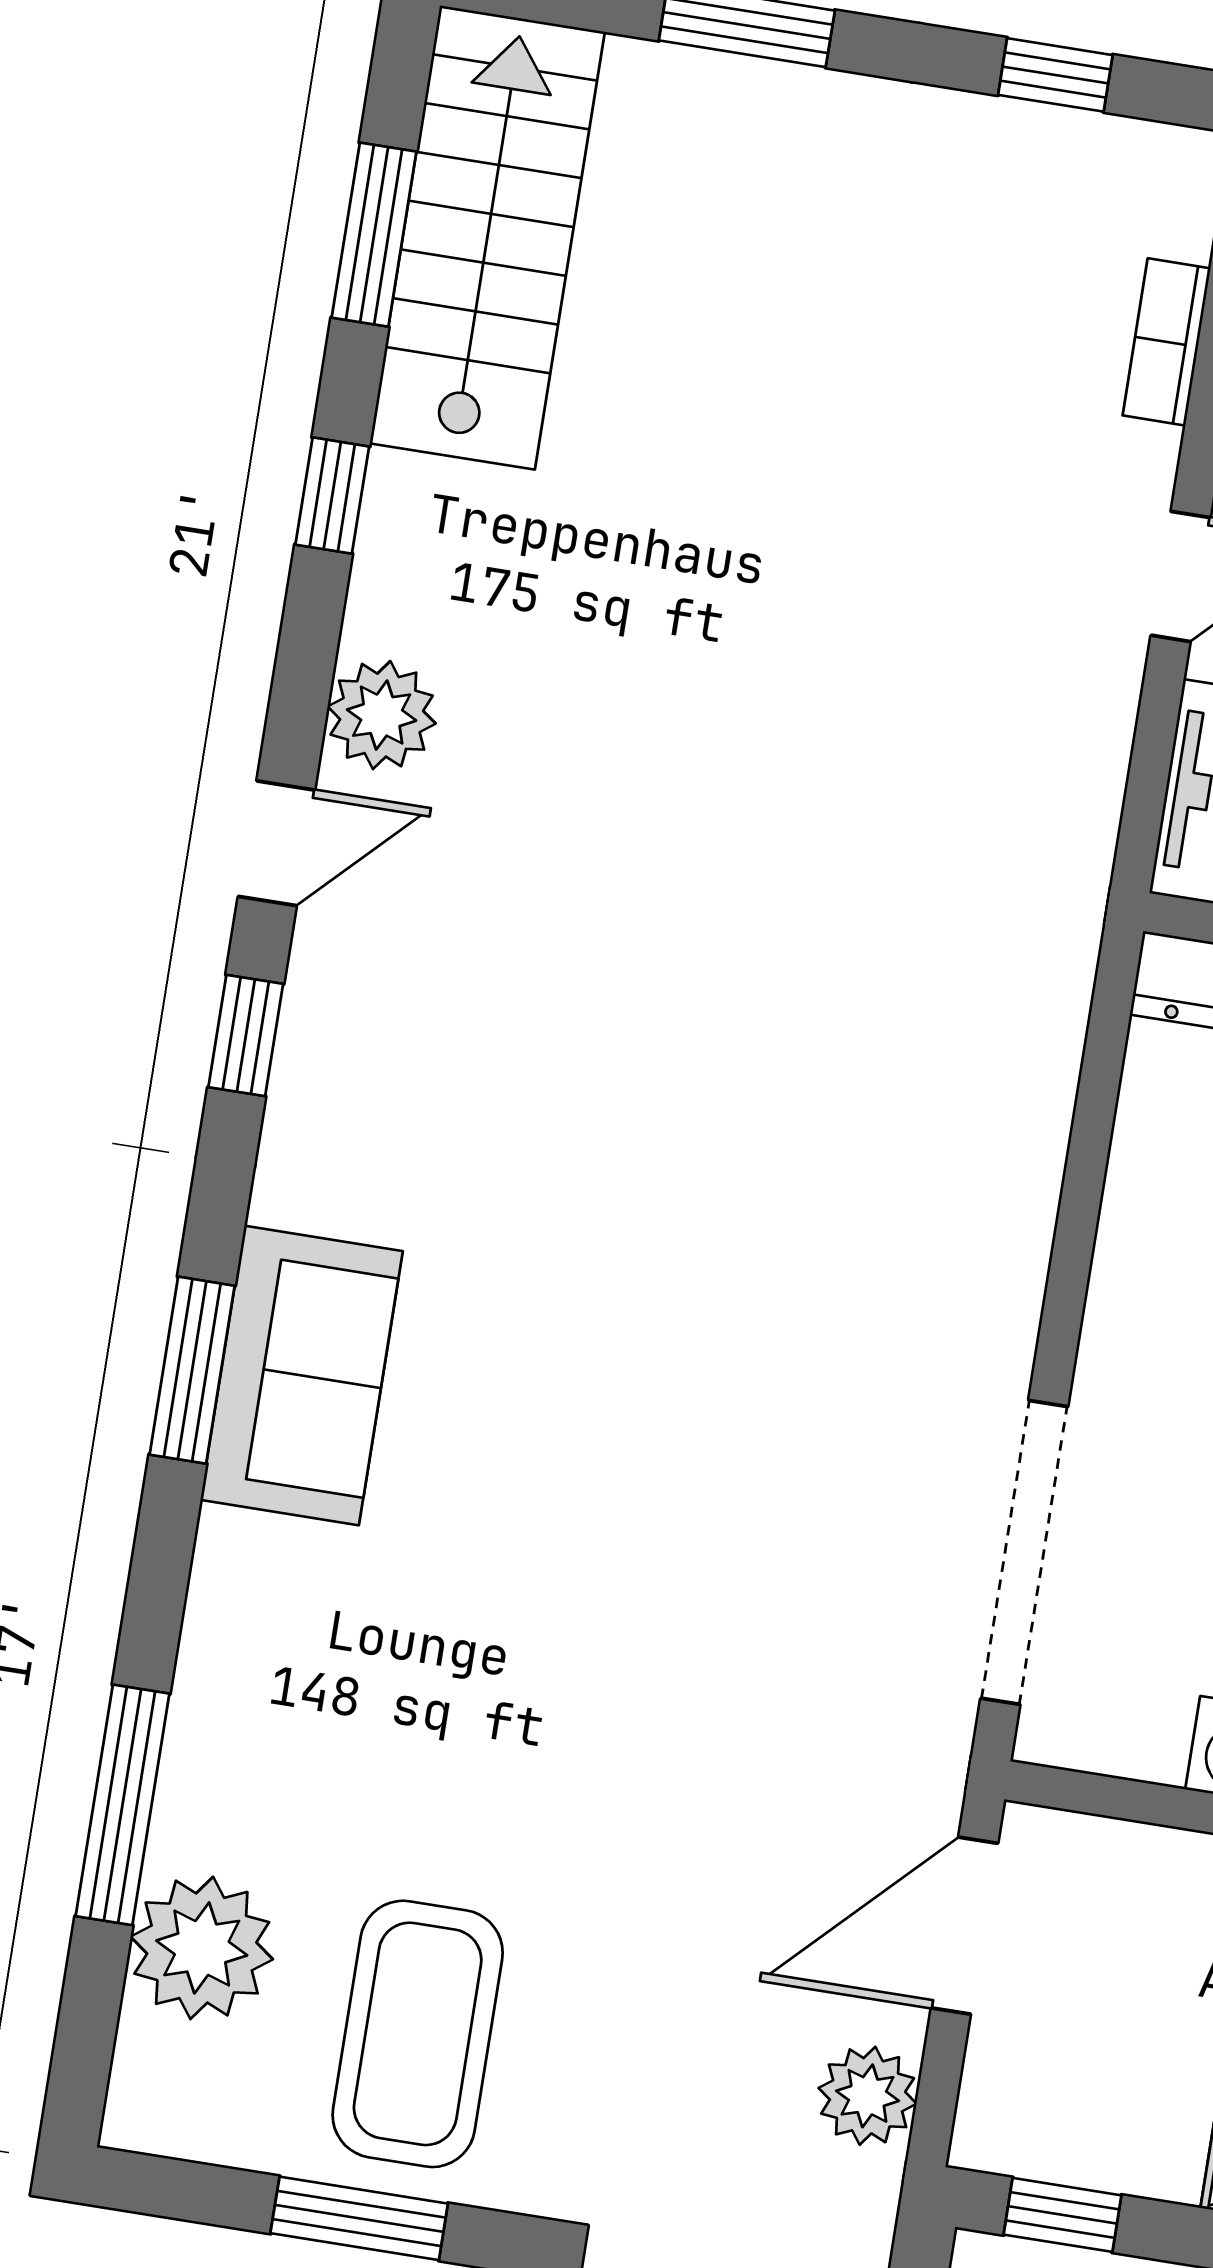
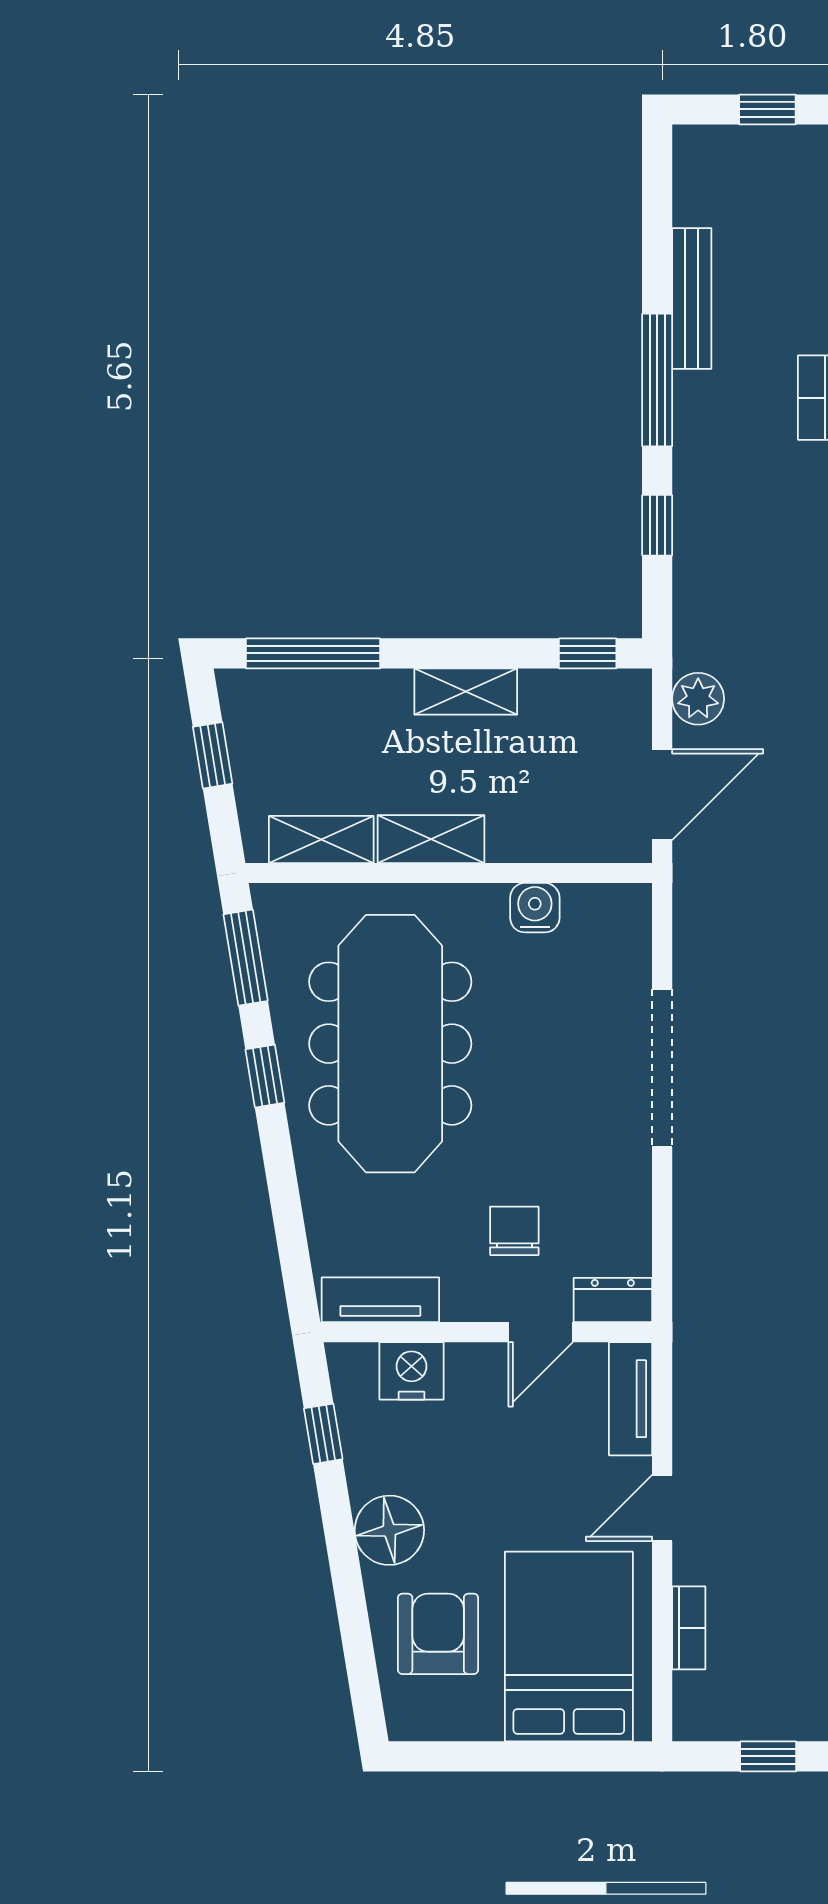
doorway: (1024, 1552) -> (662, 1068), moved

